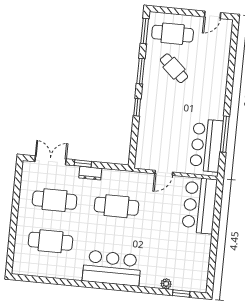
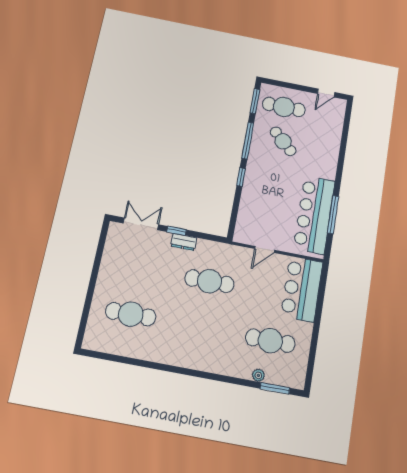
window: (141, 71) -> (248, 141), width x1.44
bar counter: (206, 145) -> (314, 215), width x1.36
cafe table: (55, 200) -> (270, 341), moved
bar counter: (112, 268) -> (198, 351), removed
window: (181, 293) -> (275, 388), width x1.50

